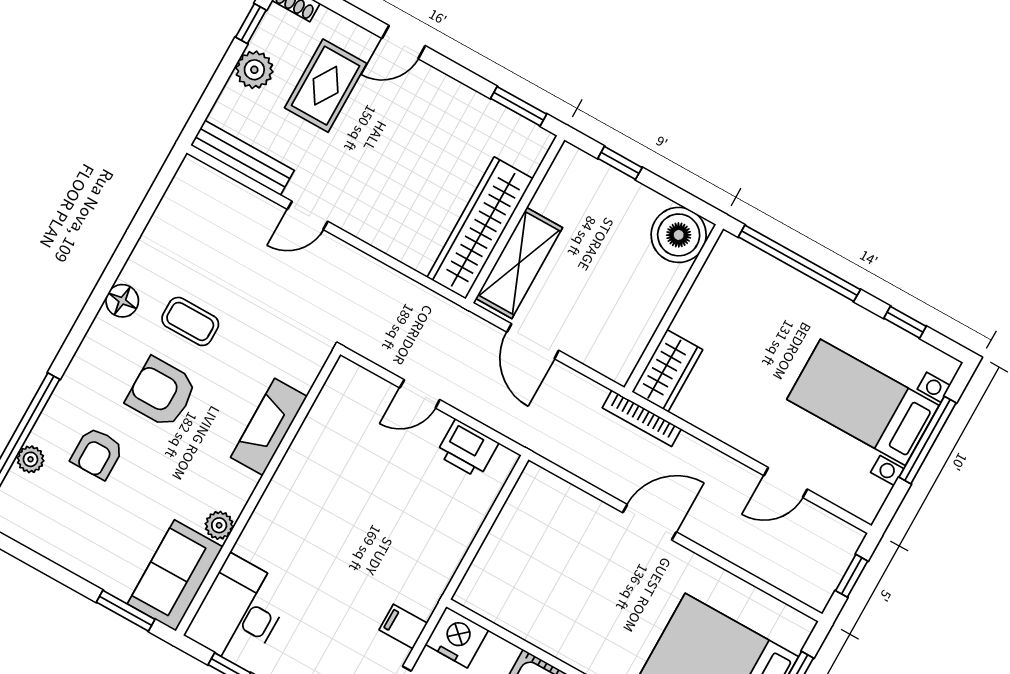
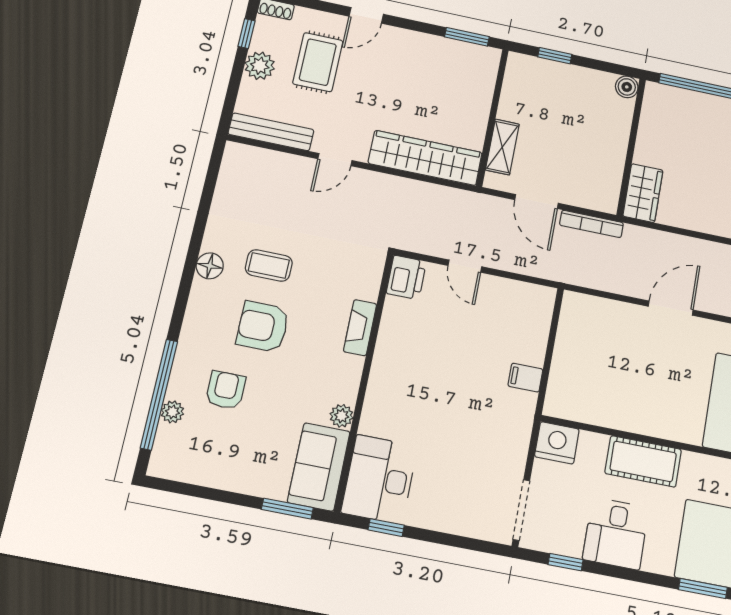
wardrobe: (480, 228) -> (425, 158), moved, turned 90
boiler: (679, 235) -> (627, 87), width x0.54, depth x0.54
shelving: (519, 263) -> (502, 147), width x0.67, depth x0.75
door: (420, 394) -> (465, 266), hinge flipped
bookcase: (642, 418) -> (591, 224), moved
fireplace: (269, 427) -> (360, 328), width x0.73, depth x0.76
printer: (467, 449) -> (406, 277), moved, turned -90
armchair: (97, 453) -> (226, 390), turned 180
filing cabinet: (403, 626) -> (525, 378), moved

